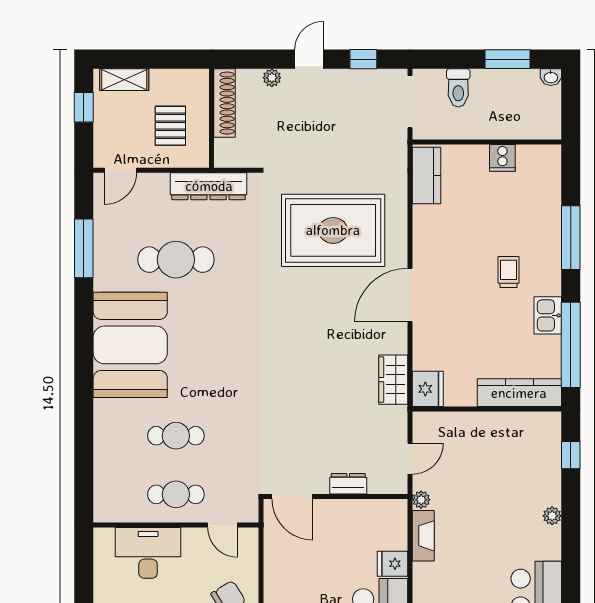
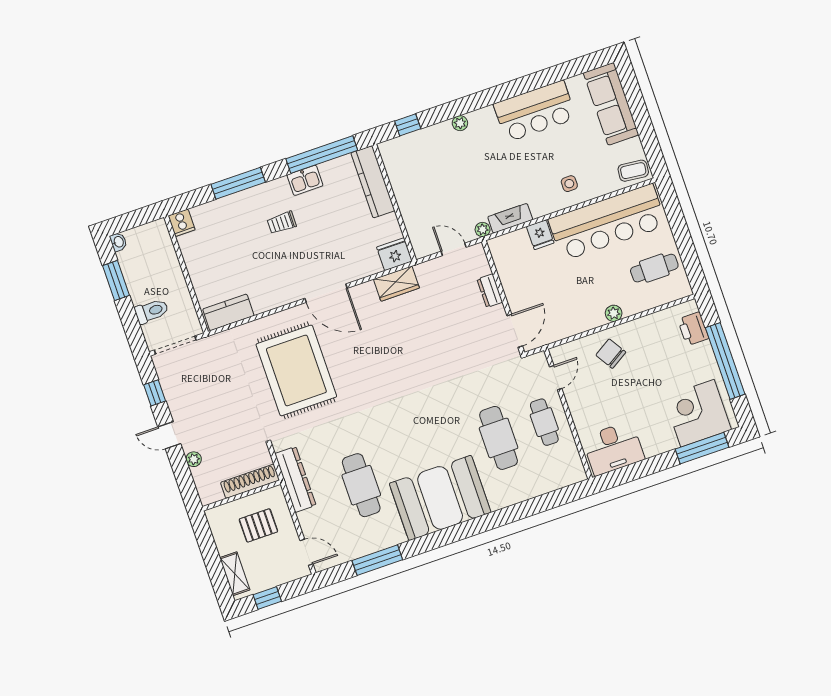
shoe rack: (224, 103) -> (250, 481), moved
cooker: (502, 158) -> (182, 223), moved, turned 90
cafe table: (176, 436) -> (499, 438), width x1.37, depth x1.35
desk: (148, 553) -> (613, 448), moved, turned -90

